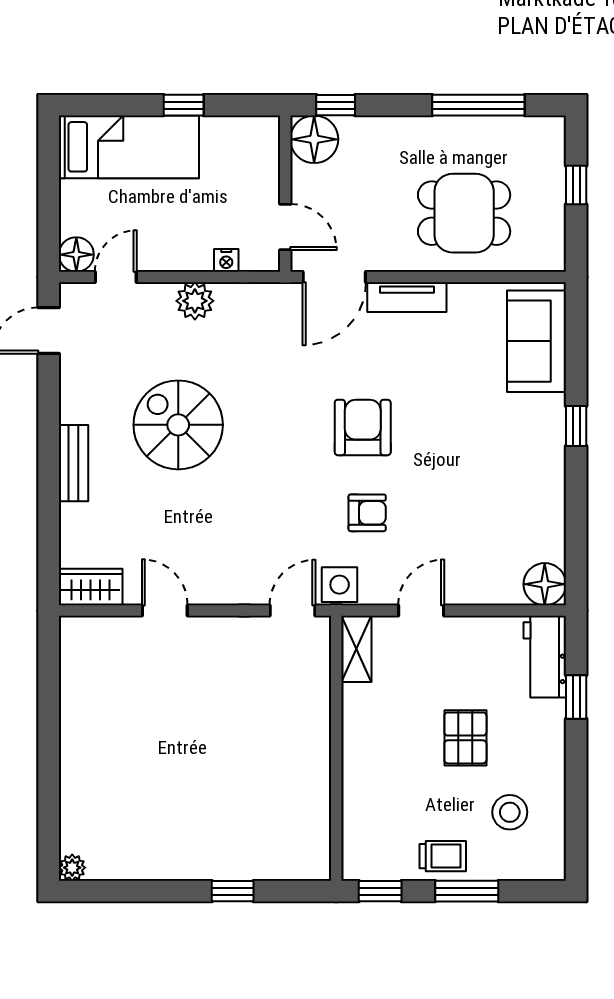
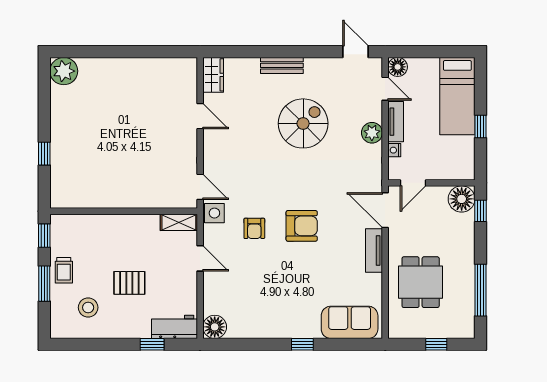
tv unit: (175, 258) -> (396, 122), added
door: (165, 610) -> (200, 116), hinge flipped
plant: (72, 868) -> (64, 71), width x1.87, depth x1.87

